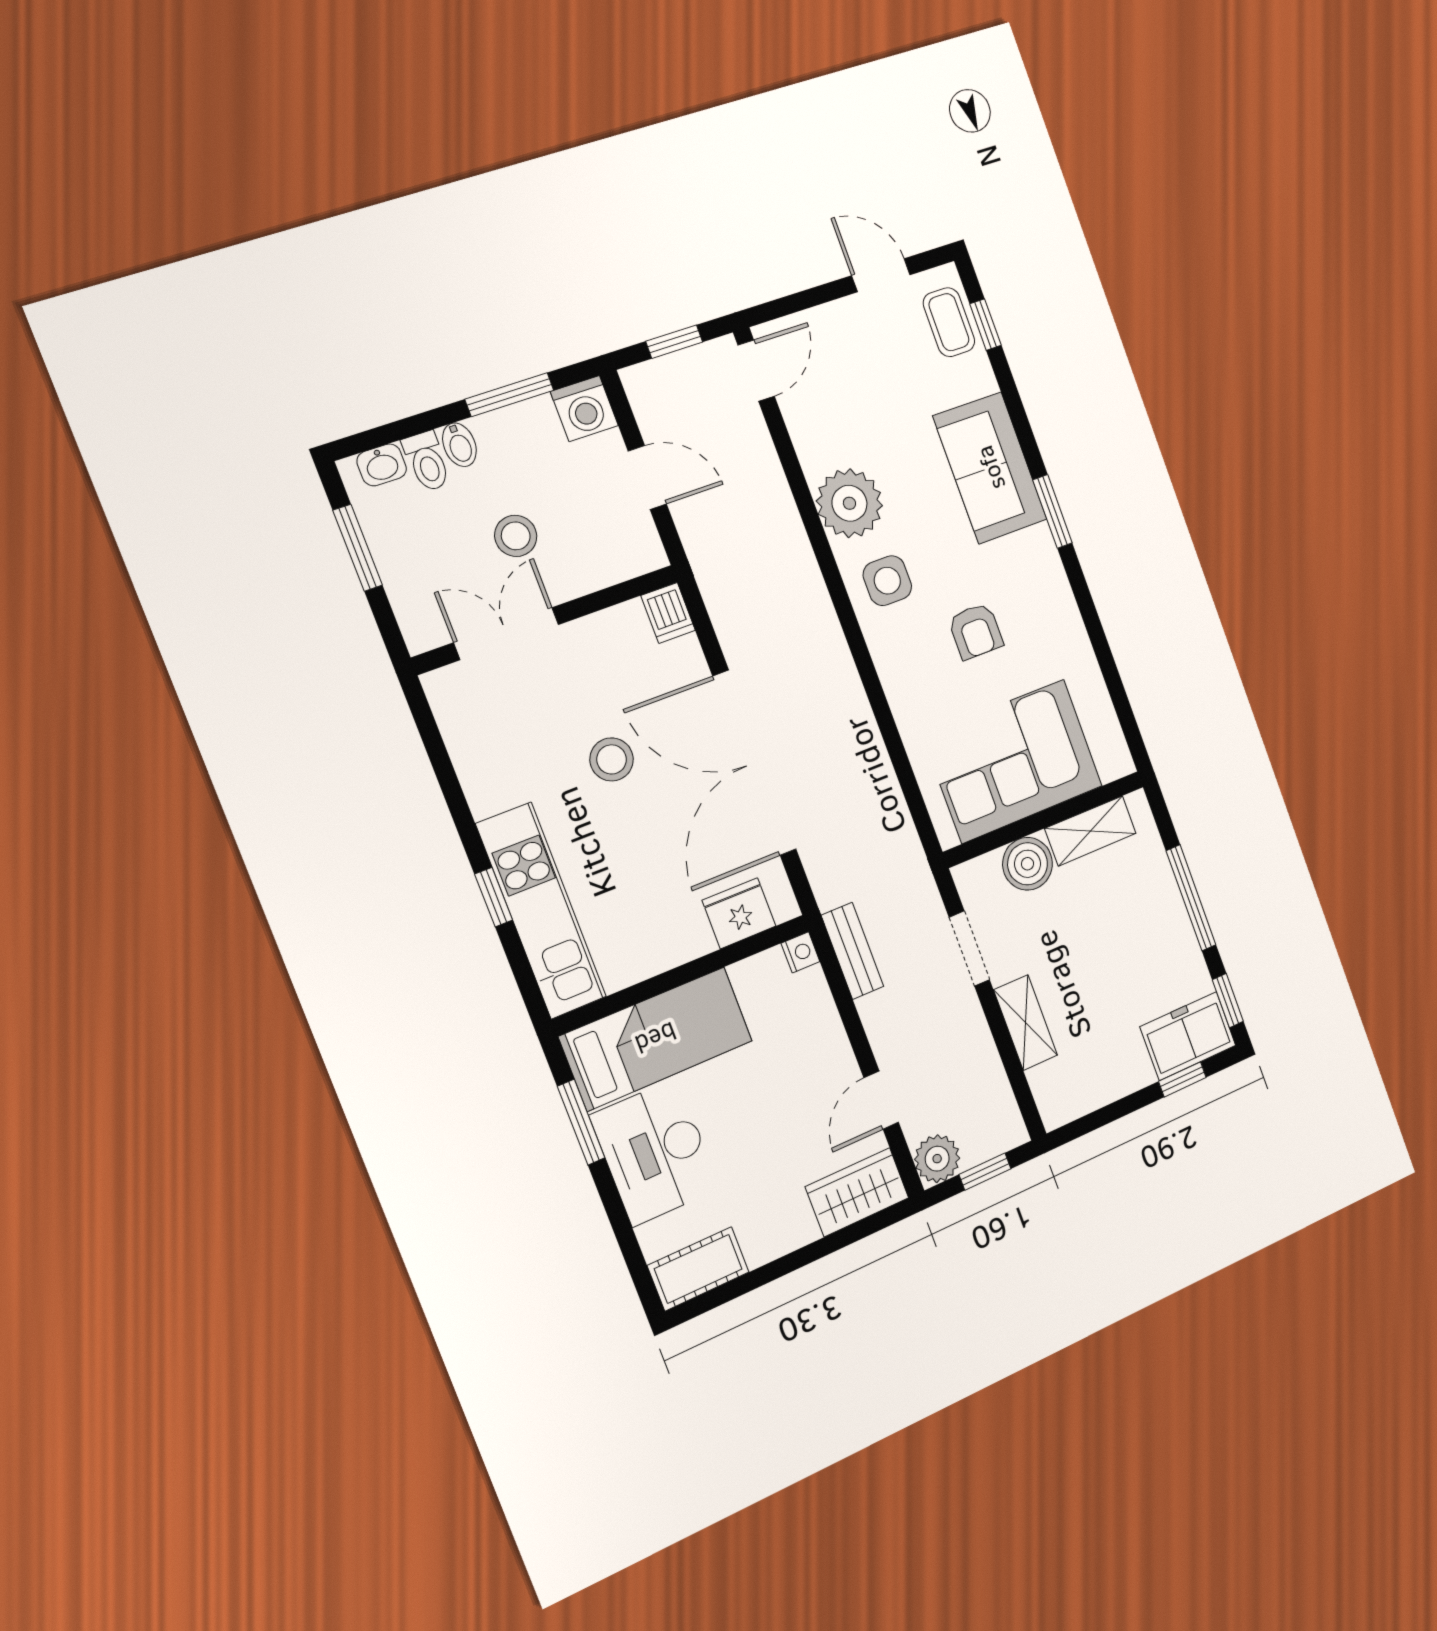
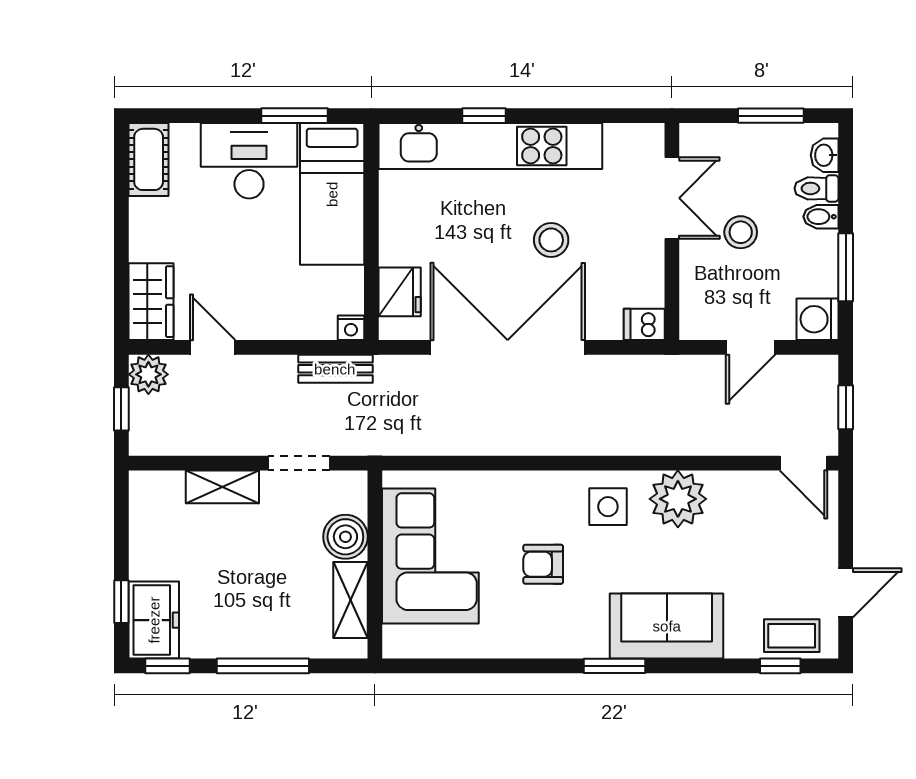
kitchen unit: (541, 911) -> (490, 146), width x1.36

